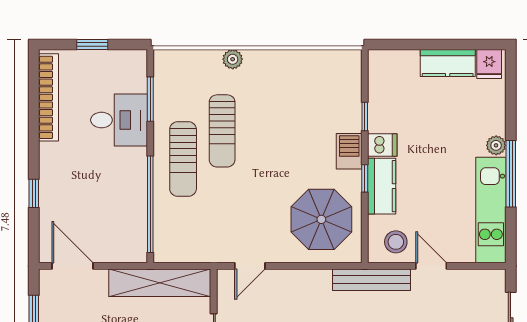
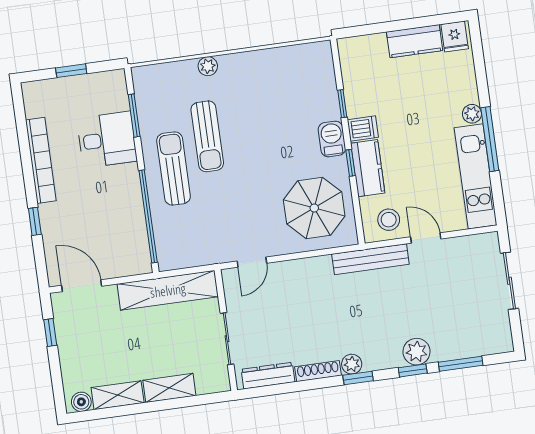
bookcase: (48, 97) -> (41, 160), moved
sun lounger: (183, 159) -> (174, 168), turned 180

